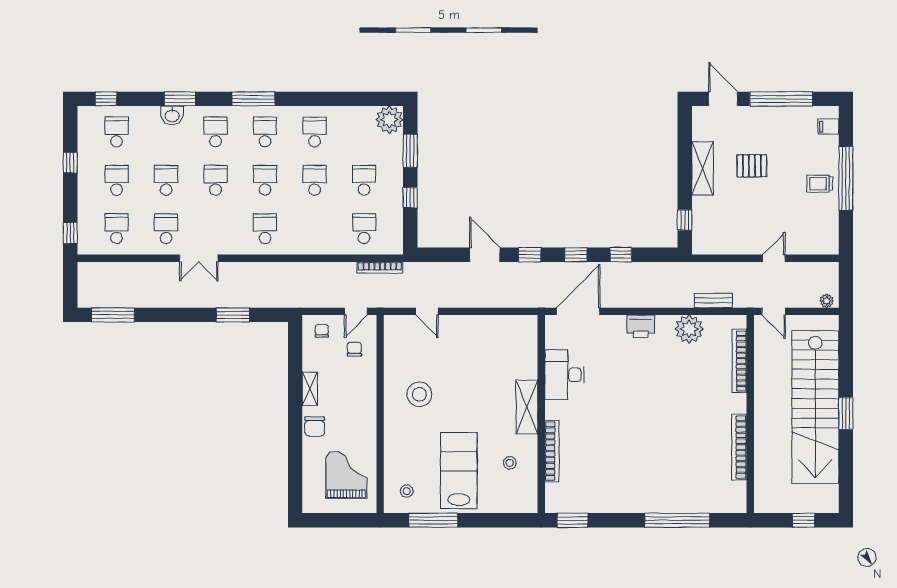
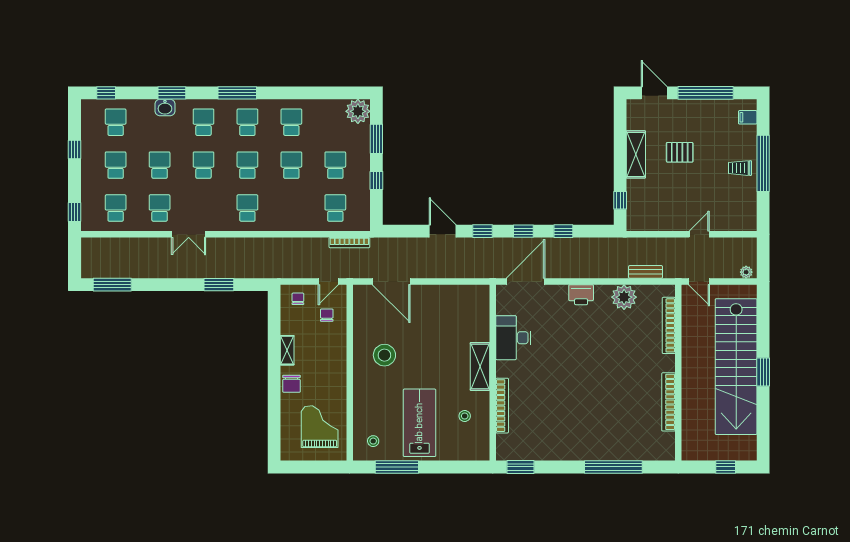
door: (427, 311) -> (391, 281), width x1.88

